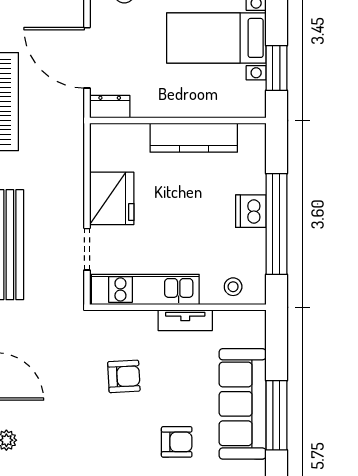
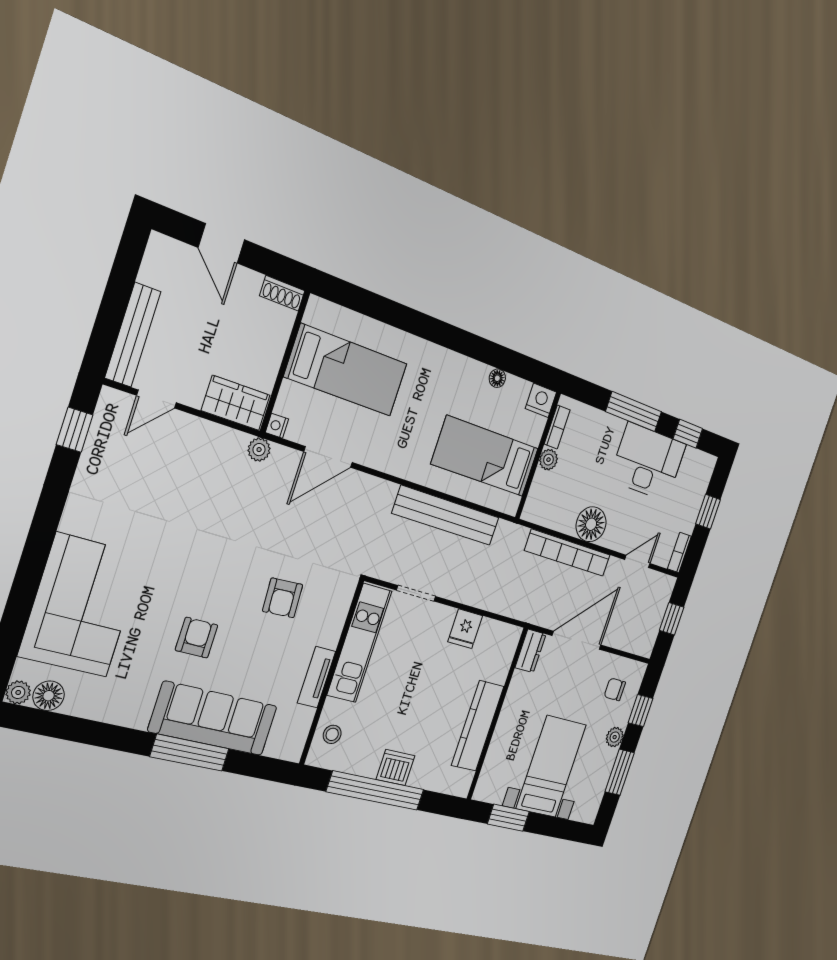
fridge: (112, 198) -> (465, 629), width x0.53, depth x0.75
armchair: (177, 442) -> (197, 638), turned 180

